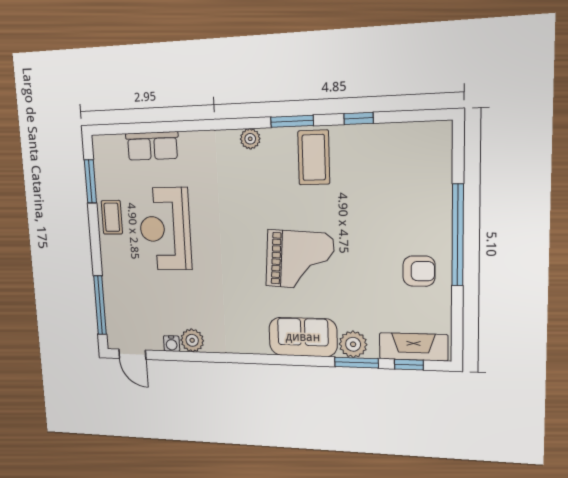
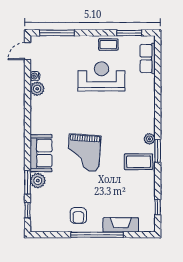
window: (359, 118) -> (158, 207), moved
plant: (250, 139) -> (150, 139), moved
row of seats: (152, 146) -> (148, 59), moved
fireplace: (413, 347) -> (121, 225), moved, turned -90

